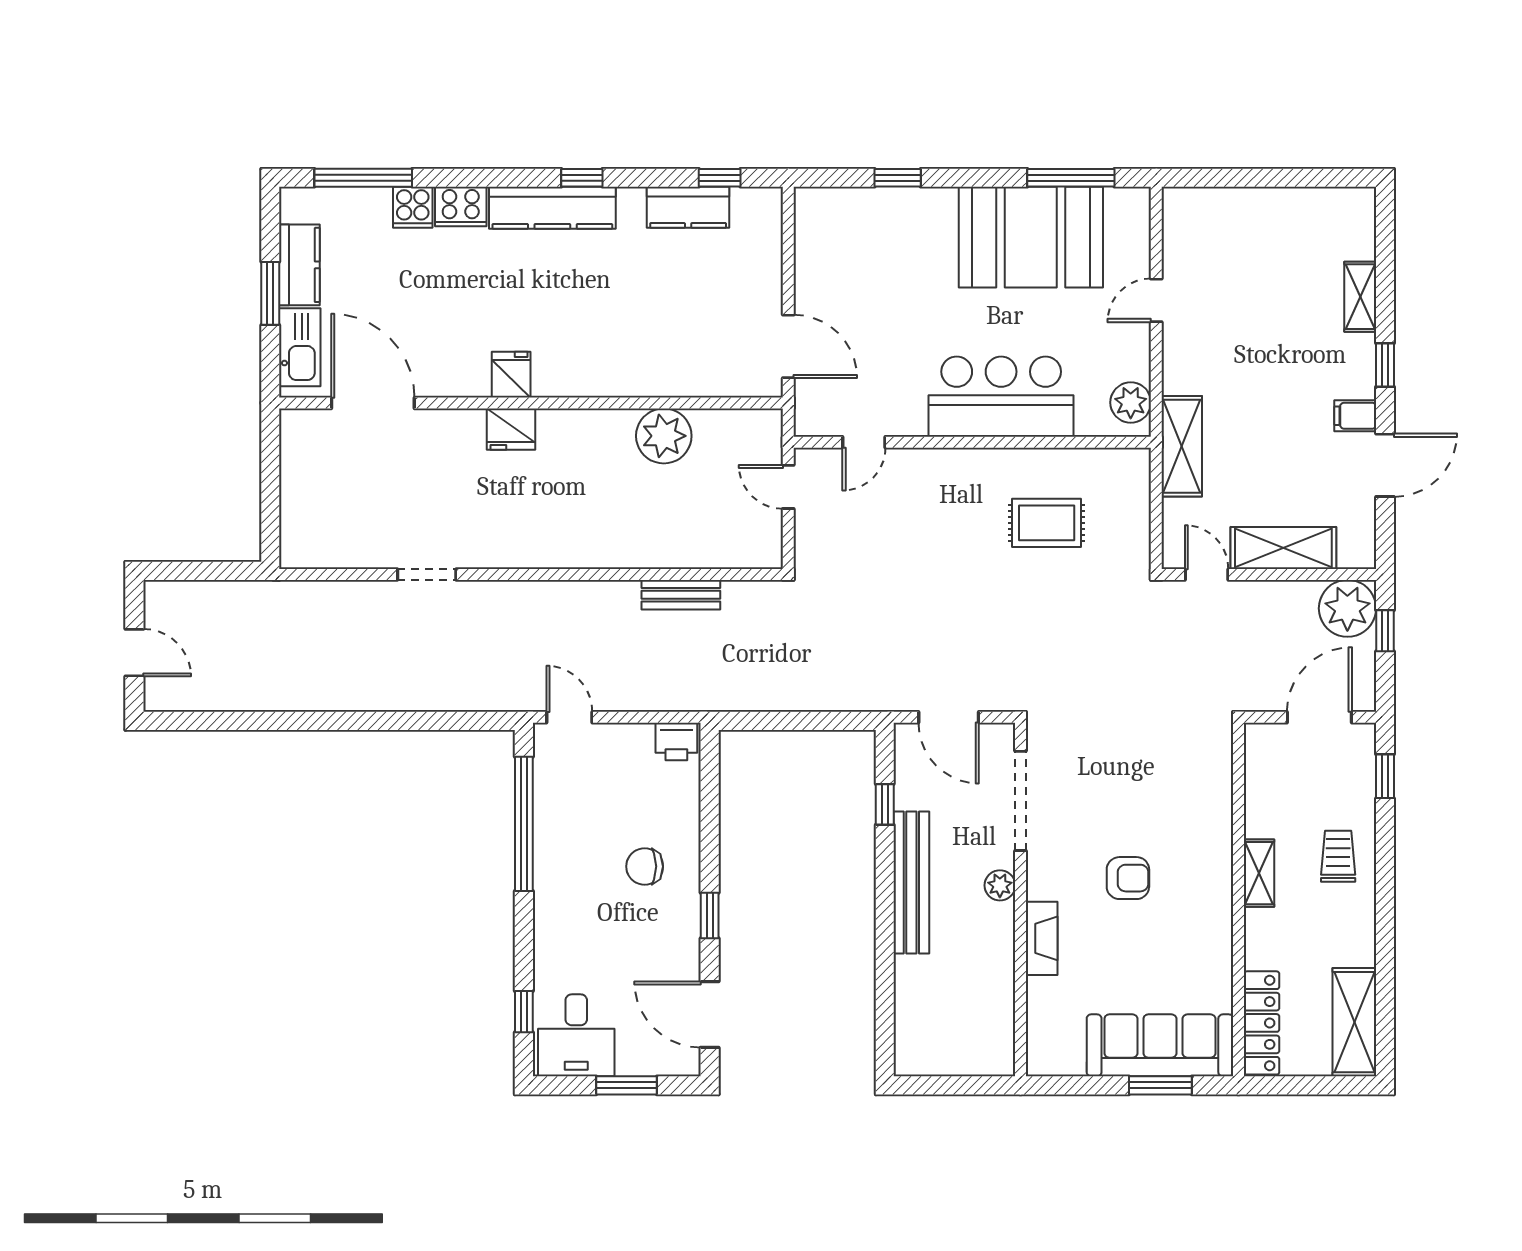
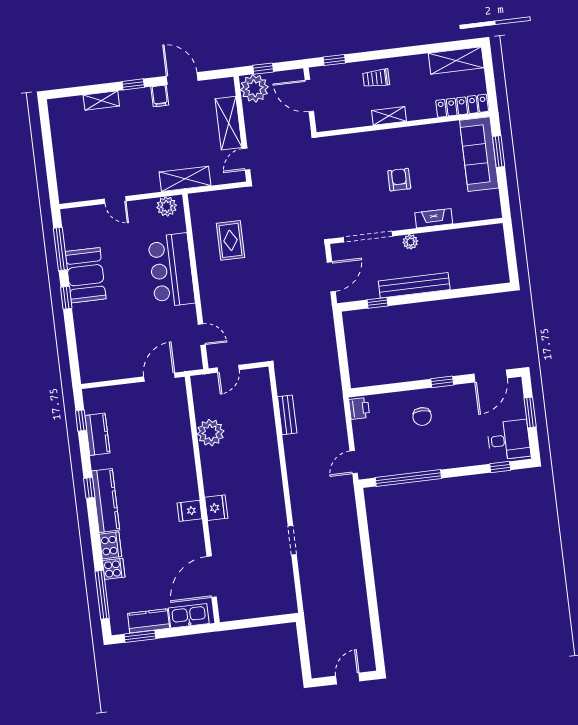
window: (898, 178) -> (66, 298), moved
booth: (1031, 237) -> (86, 275), width x0.73, depth x0.70
window: (270, 293) -> (140, 636), moved

